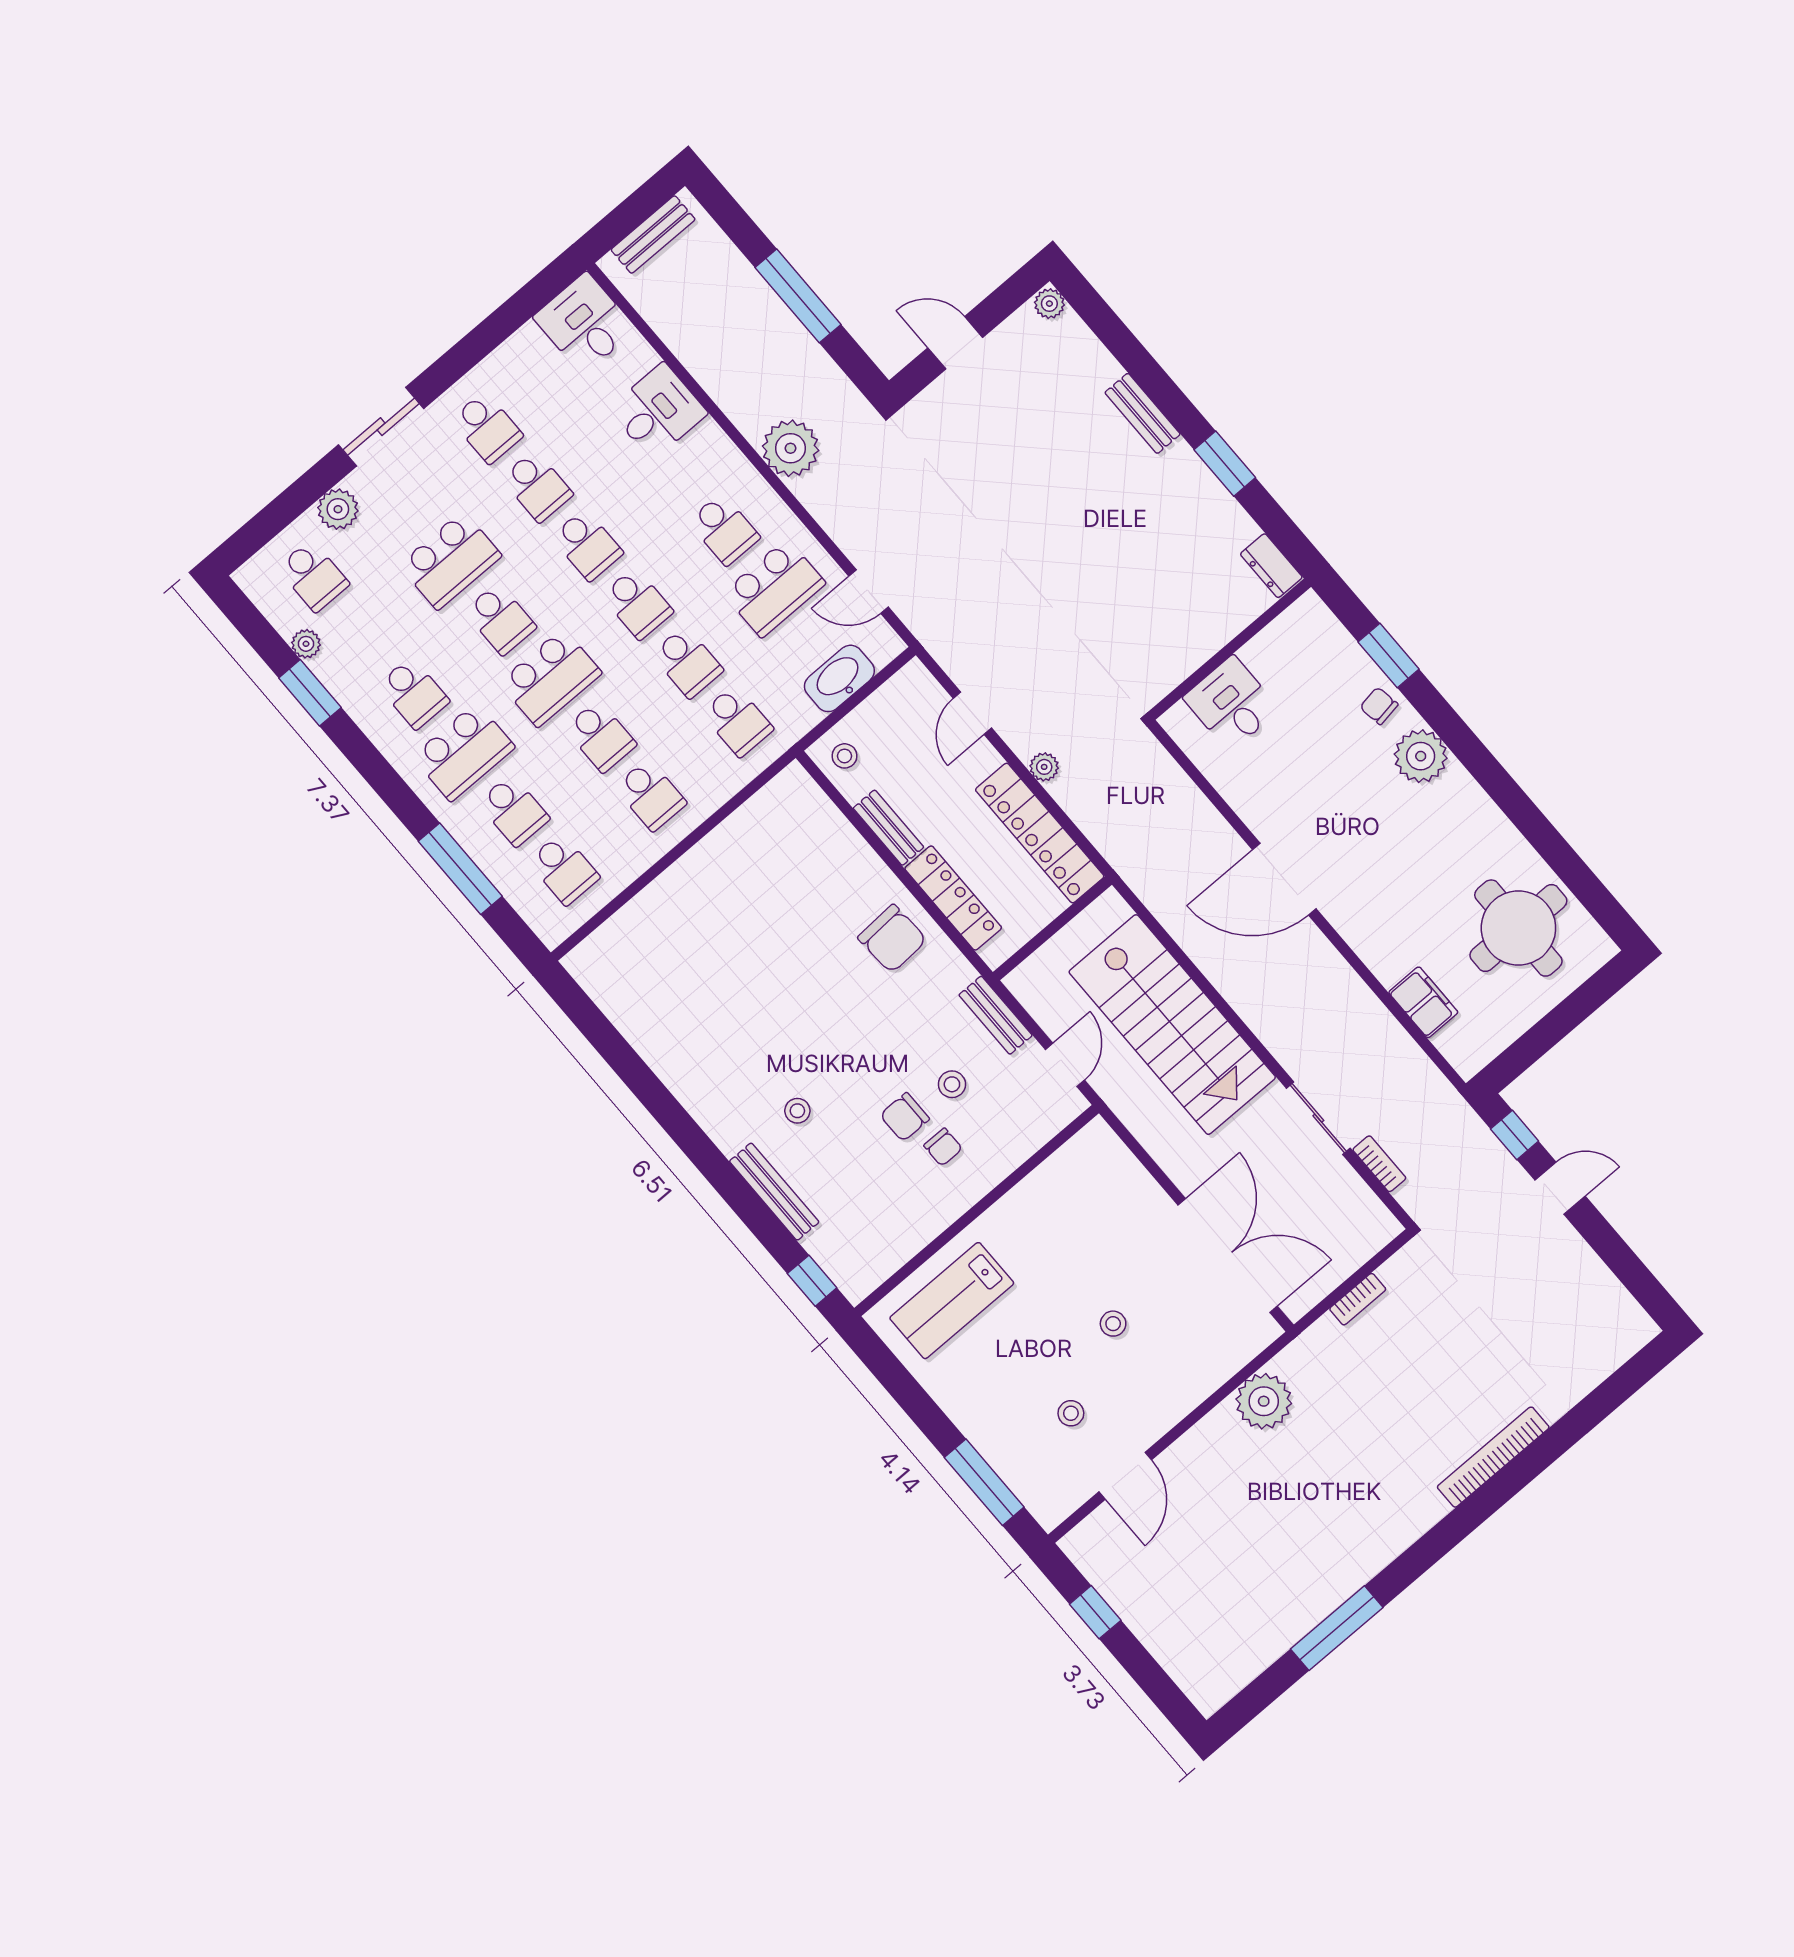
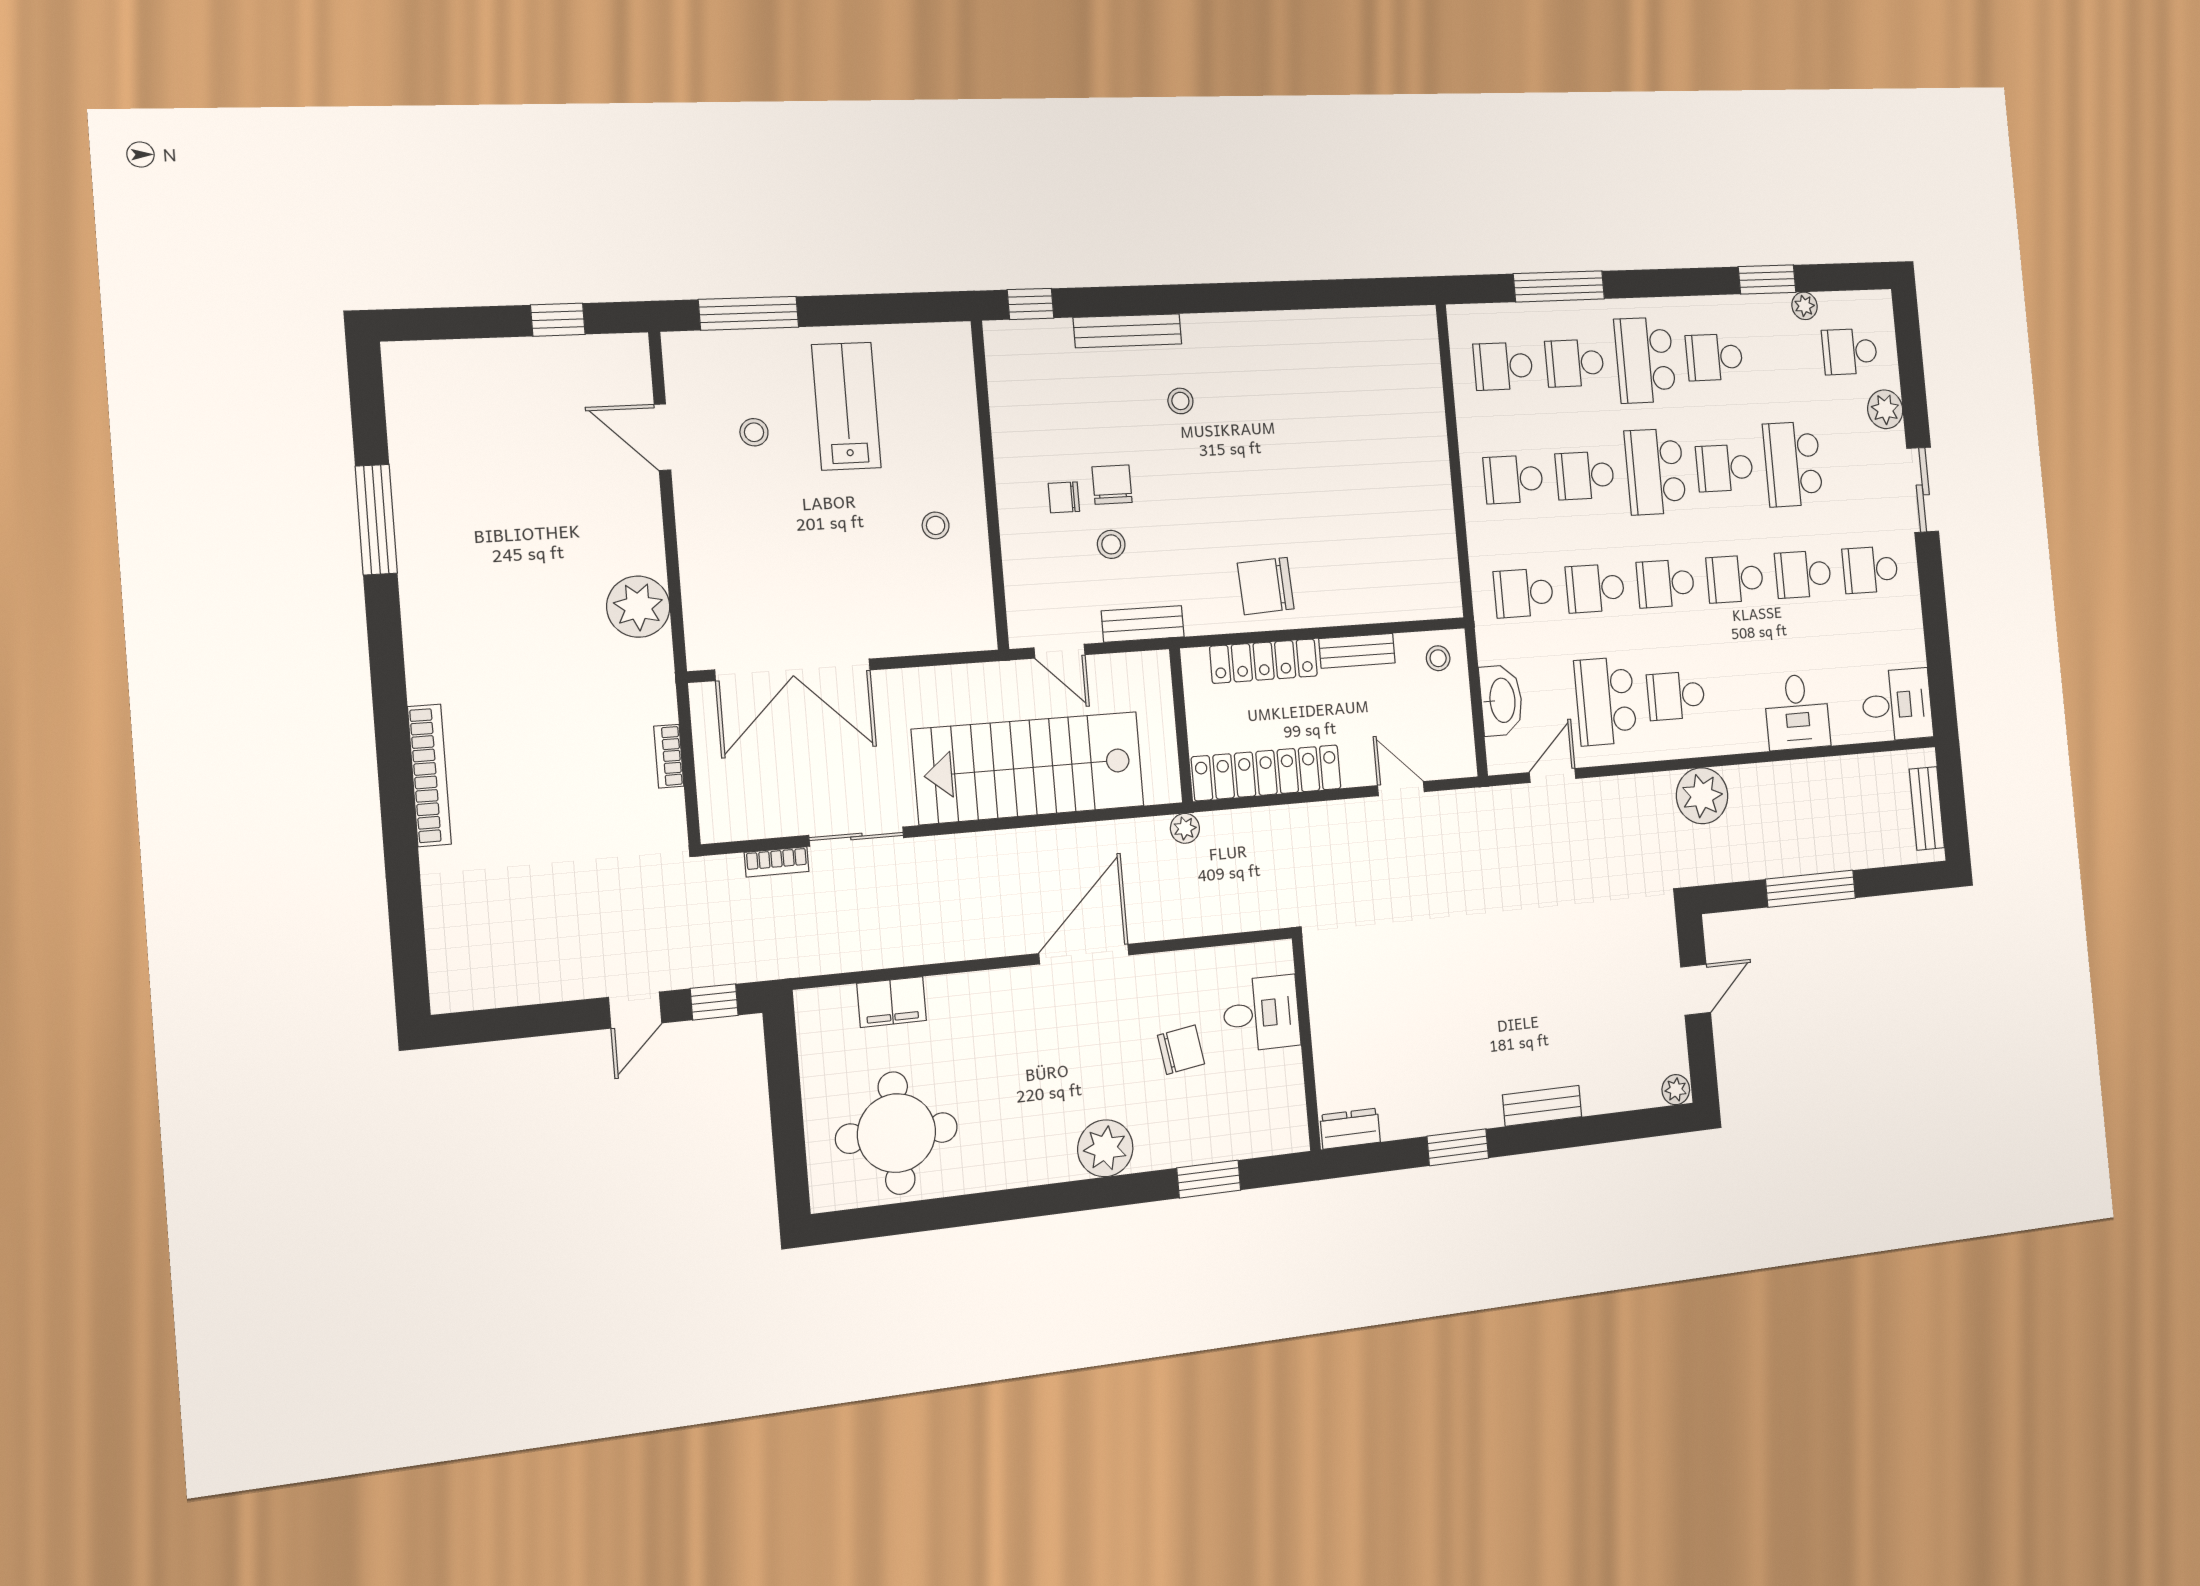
chair: (1379, 706) -> (1181, 1050), moved, width x1.37, depth x1.37
plant: (1044, 767) -> (1185, 828), moved
lab bench: (952, 1301) -> (846, 406), moved
stool: (1113, 1324) -> (936, 525), moved

